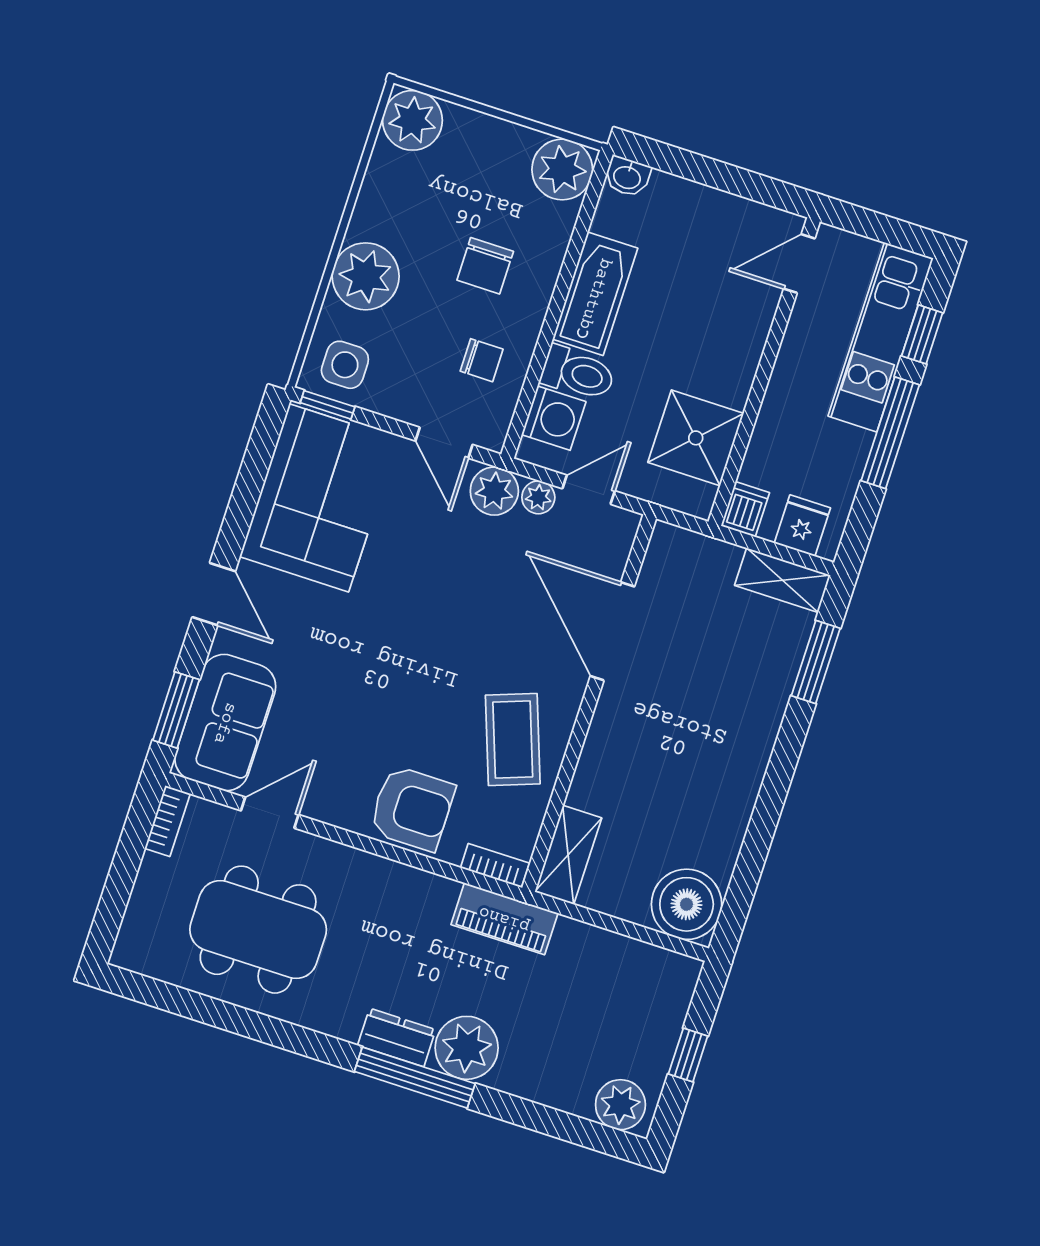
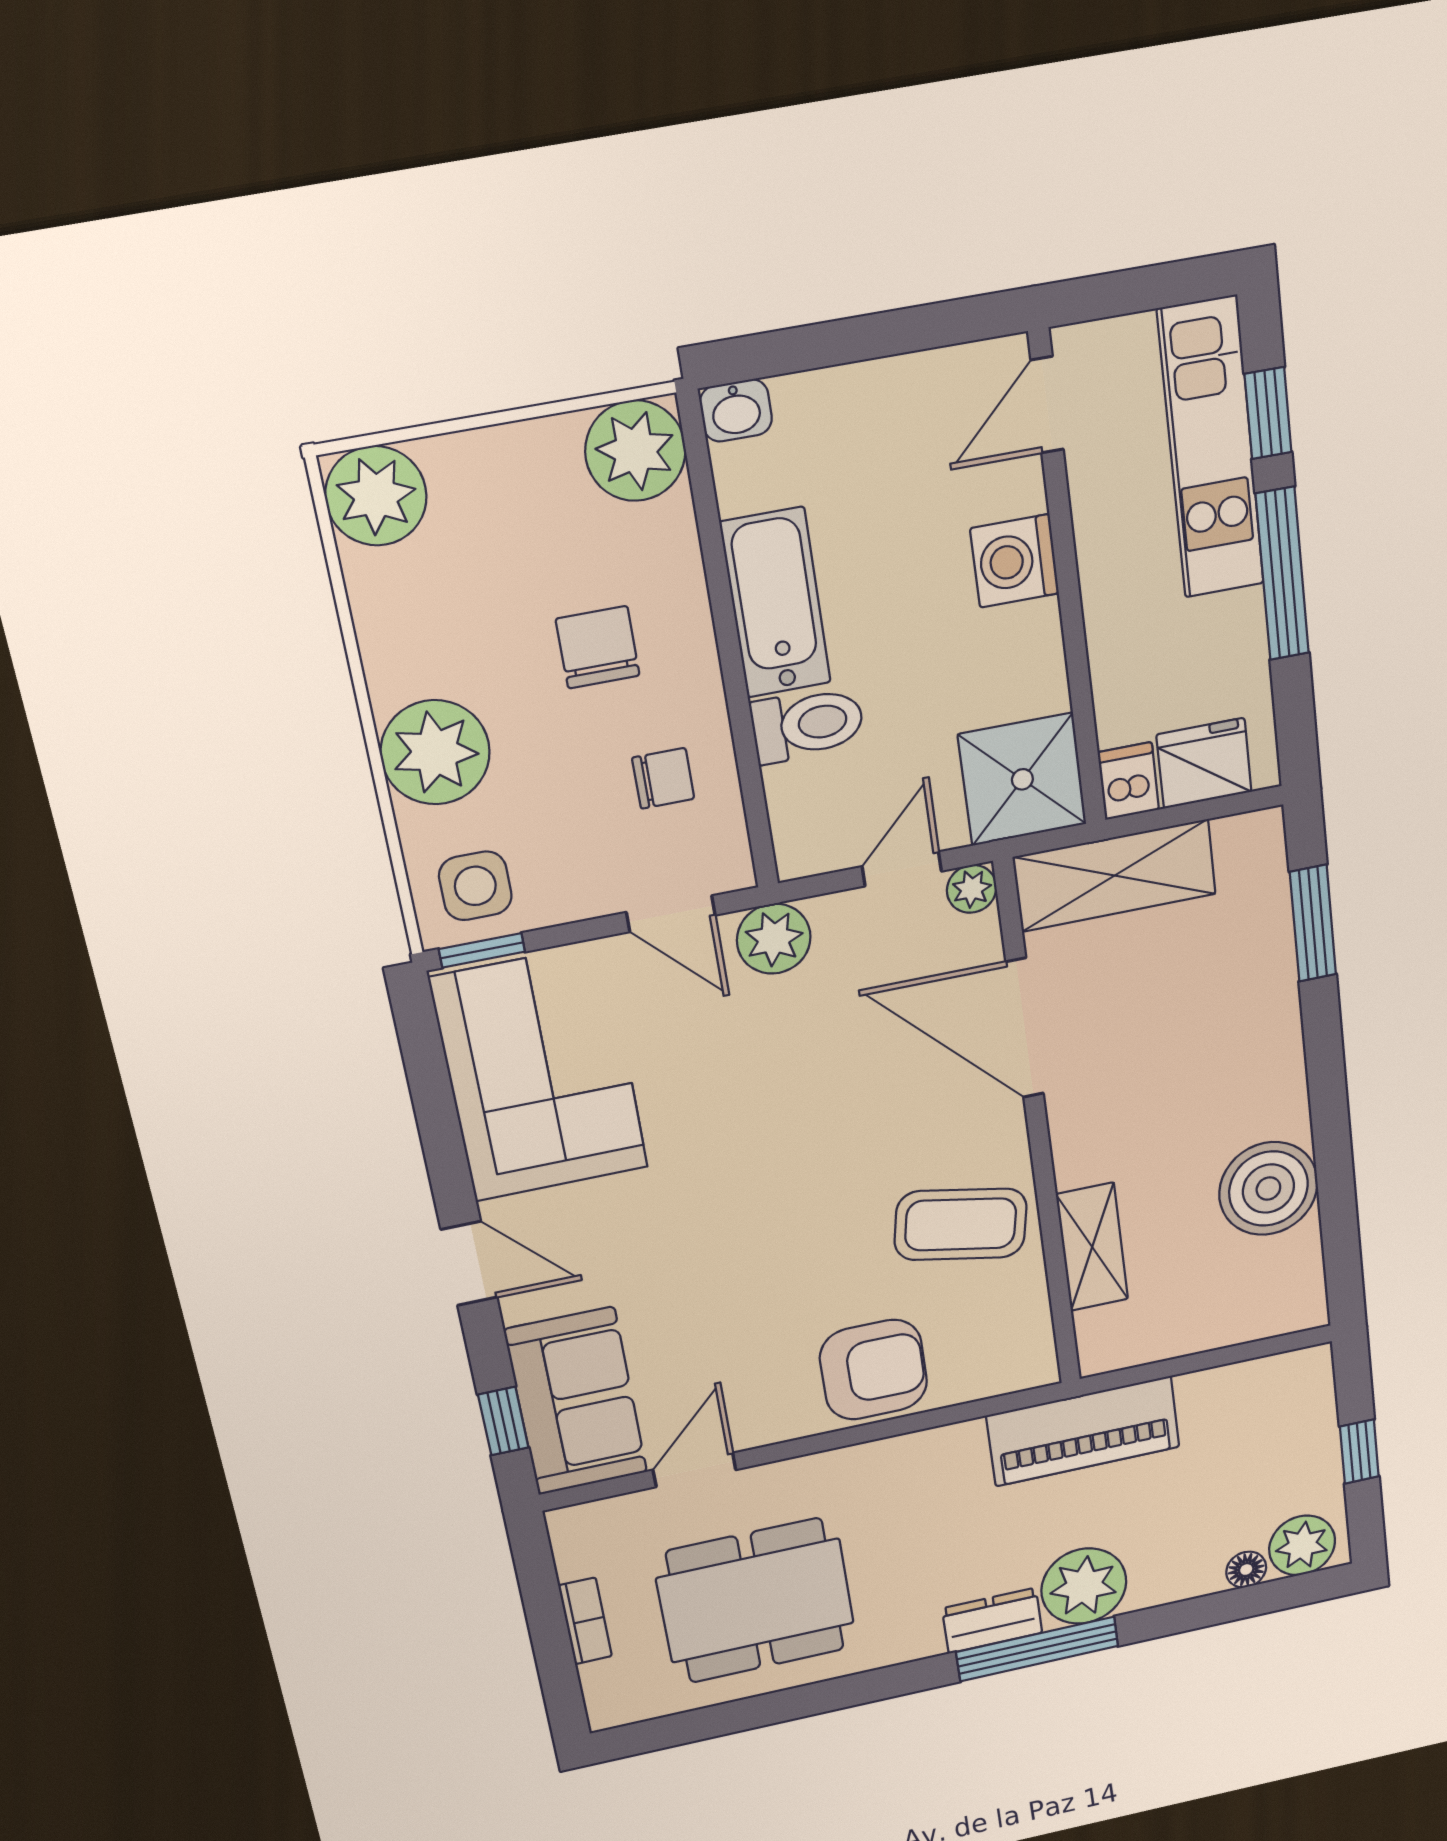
chair: (485, 266) -> (598, 647), turned 180
washing machine: (554, 418) -> (1015, 561), moved, turned 180
shower: (696, 438) -> (1022, 779), moved
plant: (538, 497) -> (972, 889), moved
fridge: (802, 526) -> (1204, 763), width x1.38
shelving: (782, 580) -> (1115, 876), moved, width x1.50, depth x1.33
window: (176, 710) -> (503, 1421), width x0.67
coffee table: (513, 740) -> (961, 1224), turned -59
bookcase: (167, 821) -> (585, 1621), moved
shelving: (568, 855) -> (1092, 1247), moved
bookcase: (495, 865) -> (1014, 1377), removed
boiler: (687, 904) -> (1268, 1189), moved
piano: (504, 919) -> (1083, 1431), width x1.37, depth x1.33
floor lamp: (576, 1101) -> (1246, 1570), added

